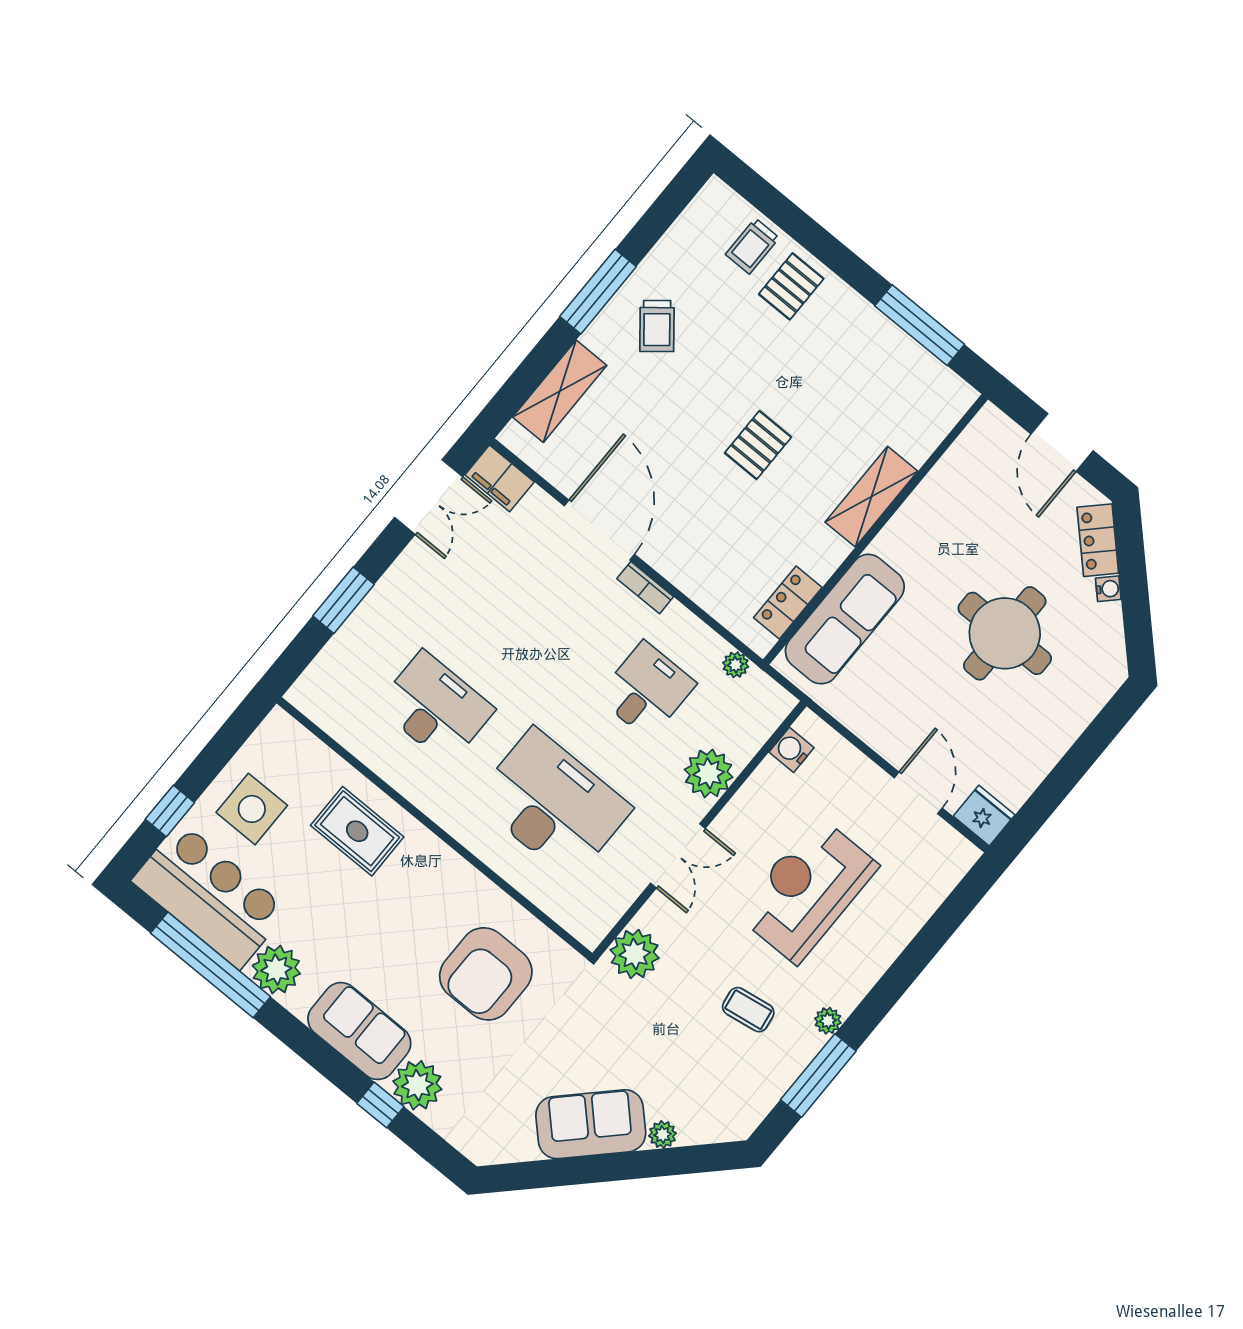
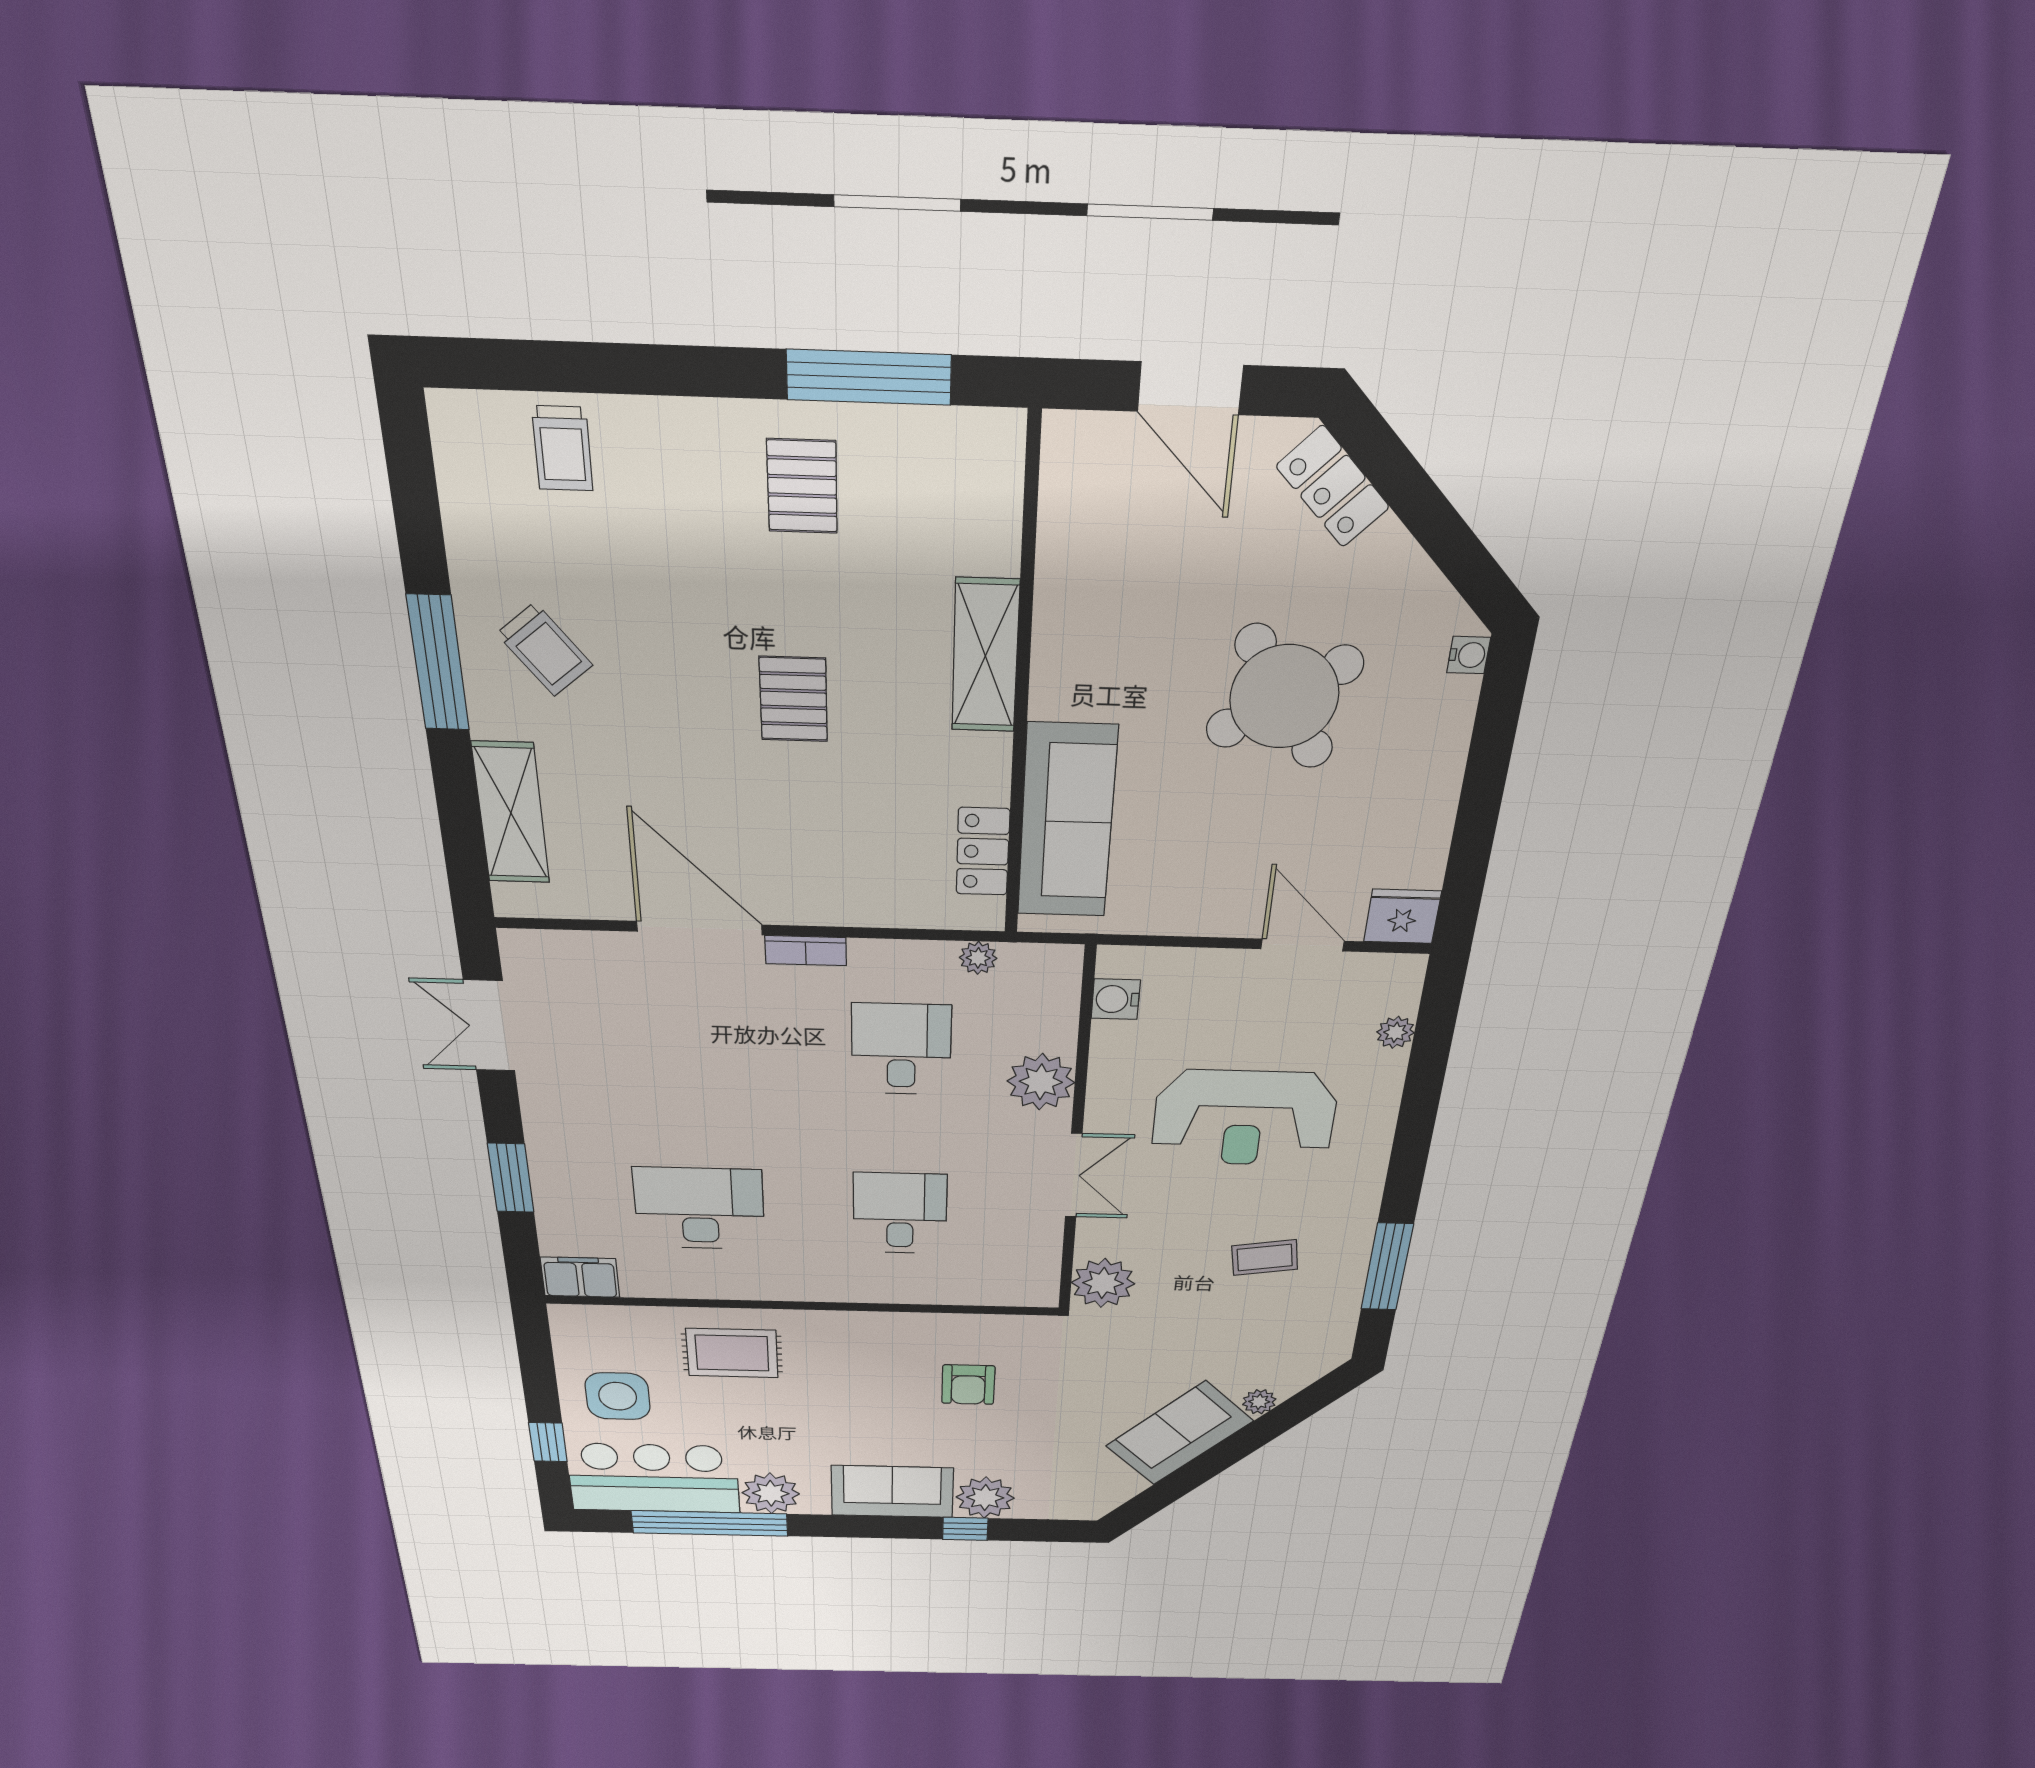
pallet: (791, 286) -> (802, 486), moved
filing cabinet: (500, 478) -> (580, 1277), moved, turned 180
double door: (429, 497) -> (489, 1026), swing flipped
water cooler: (1108, 589) -> (1469, 655), moved, turned 45
round table: (1005, 633) -> (1284, 697), turned -33
desk: (553, 804) -> (900, 1213), width x0.53, depth x0.77
reception desk: (807, 890) -> (1244, 1118), turned -90
armchair: (486, 974) -> (968, 1385), width x0.53, depth x0.53
plant: (828, 1021) -> (1395, 1032), moved

